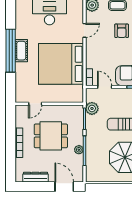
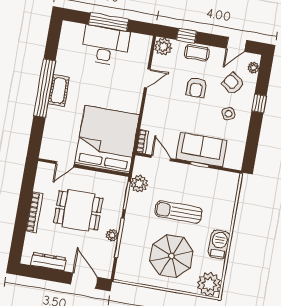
bed: (61, 64) -> (107, 140), moved, turned 90

